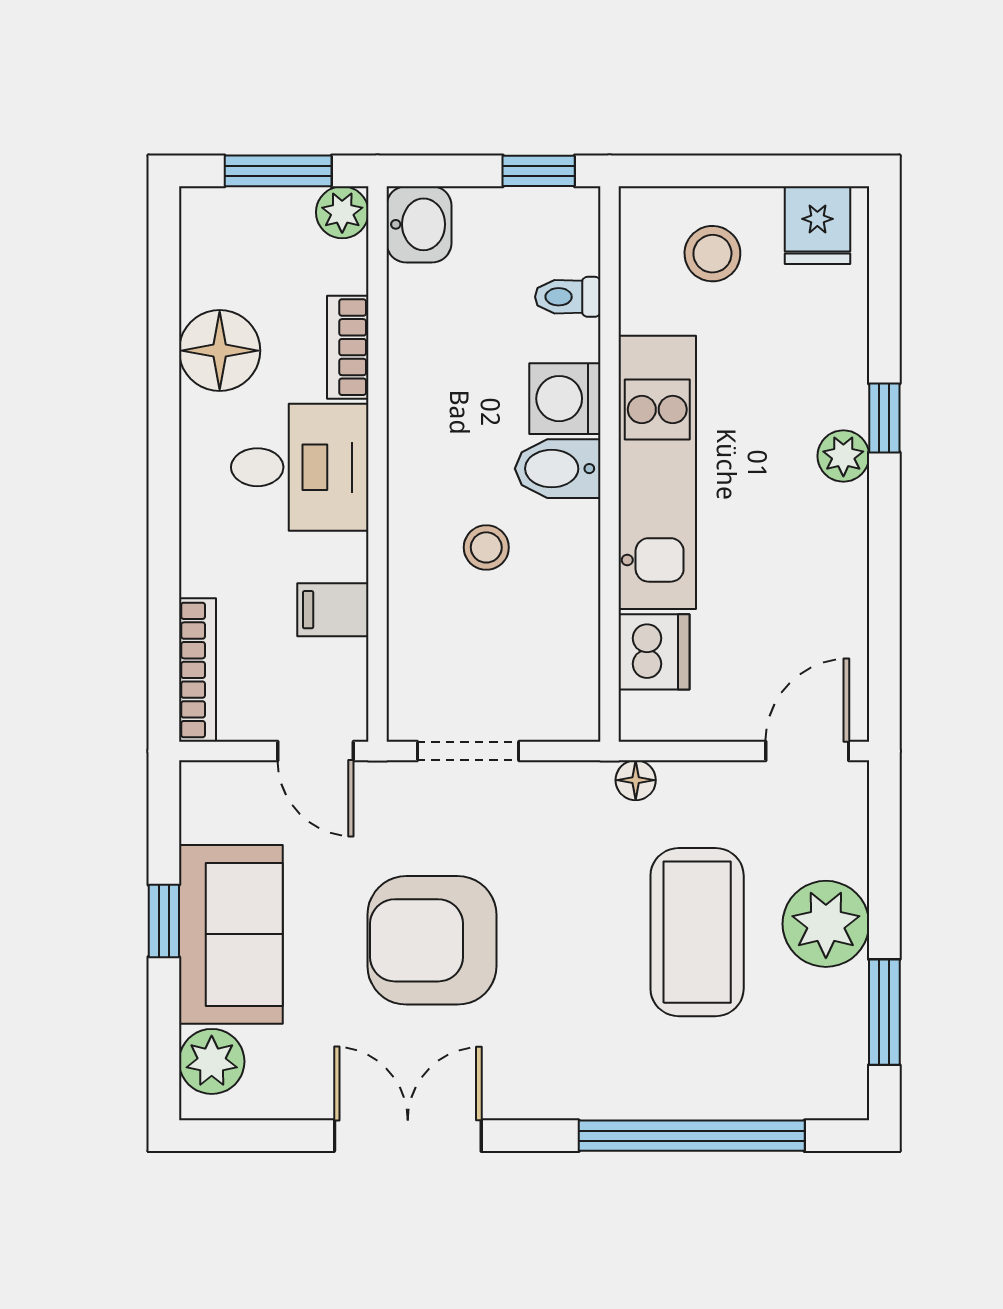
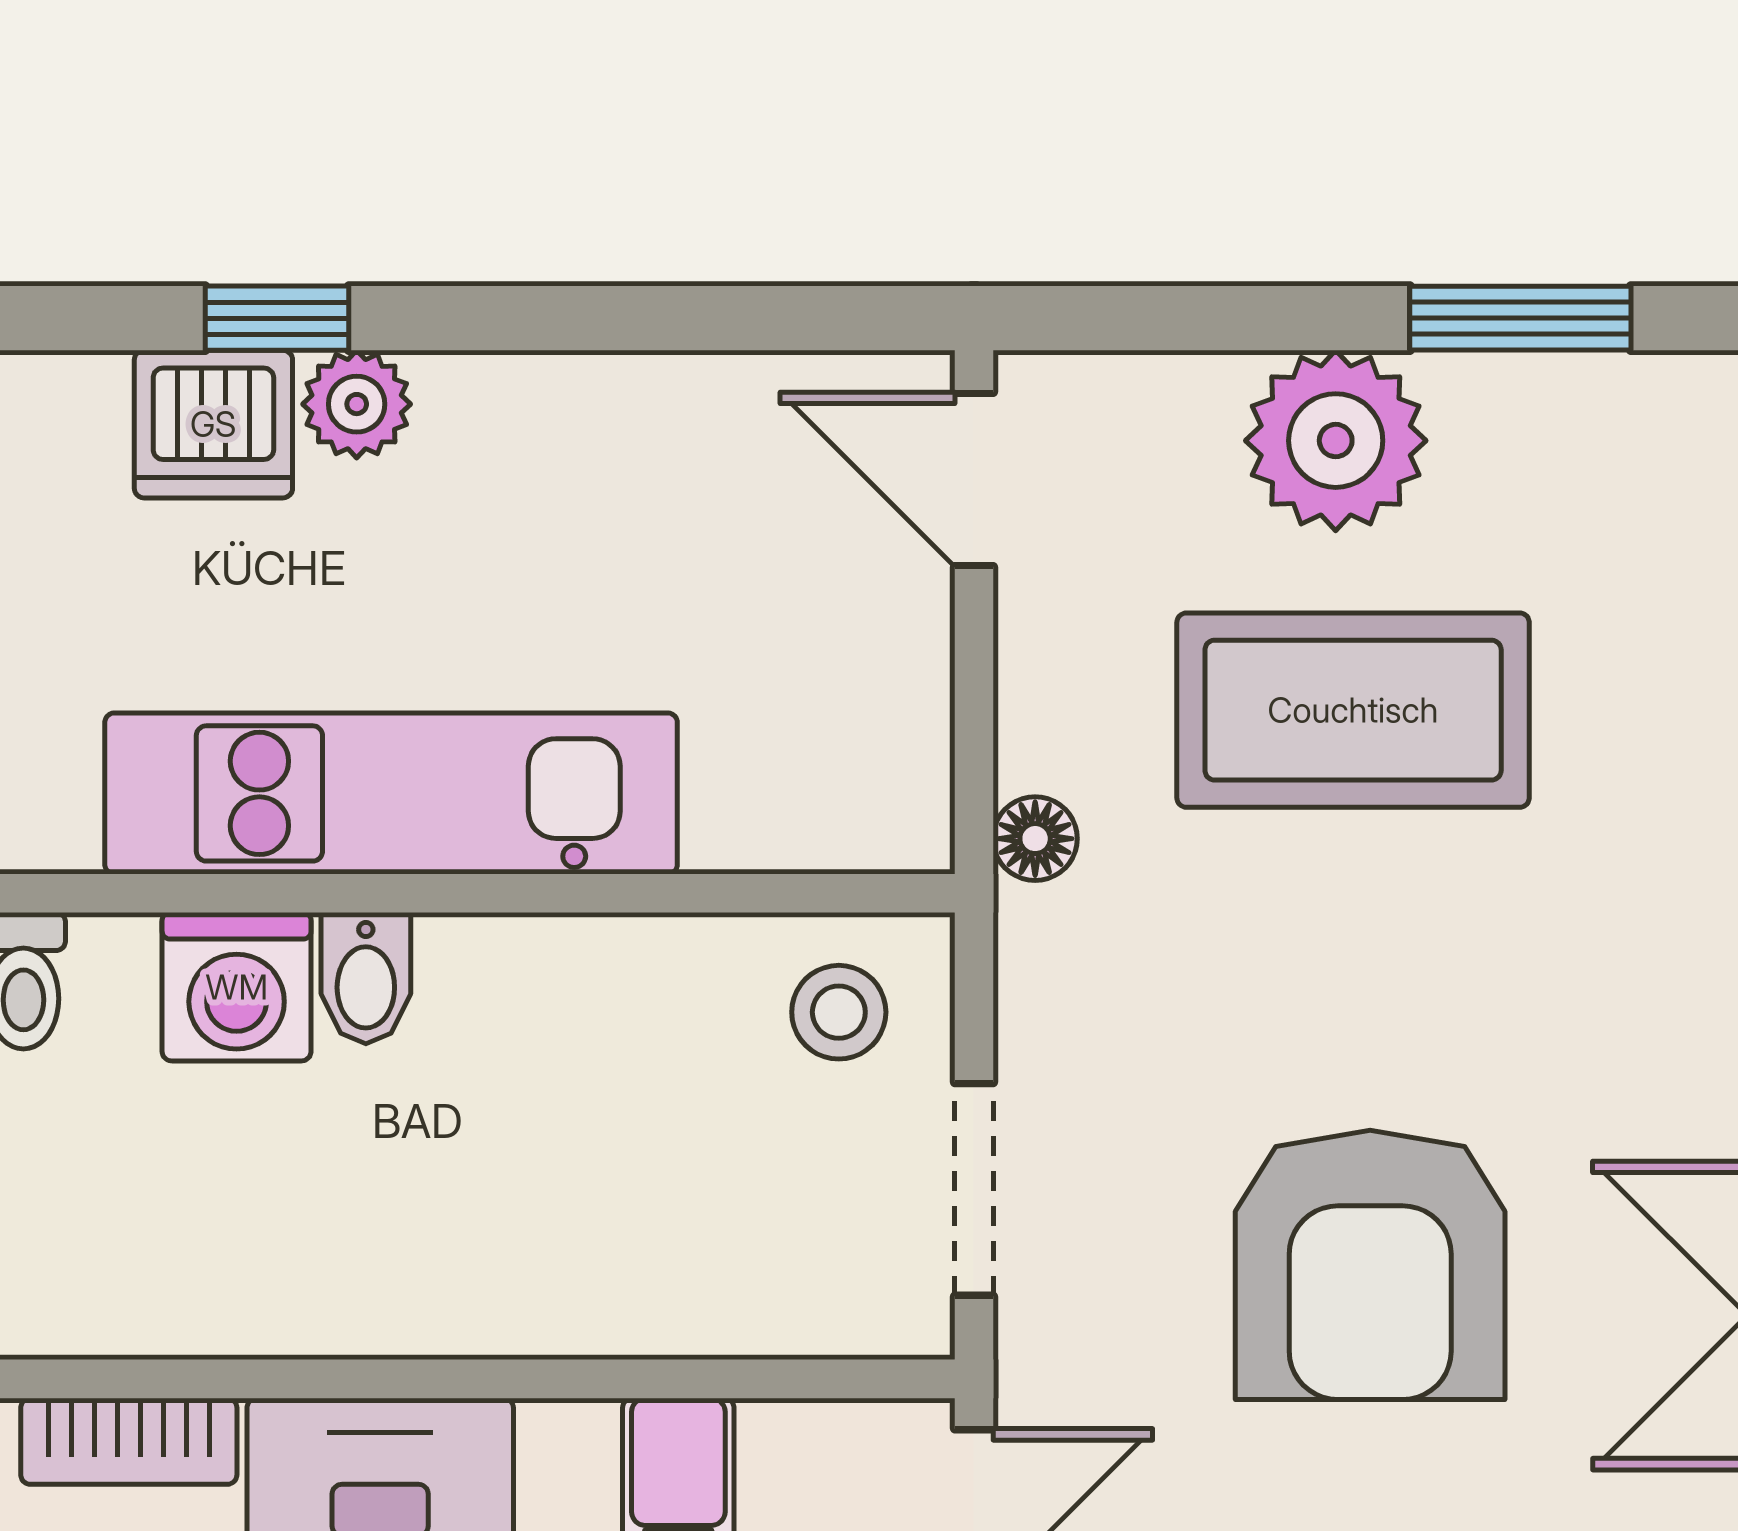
bidet: (558, 469) -> (366, 978), width x0.72, depth x0.74
stool: (486, 547) -> (839, 1012), moved
dishwasher: (654, 652) -> (213, 424), moved, turned 180

